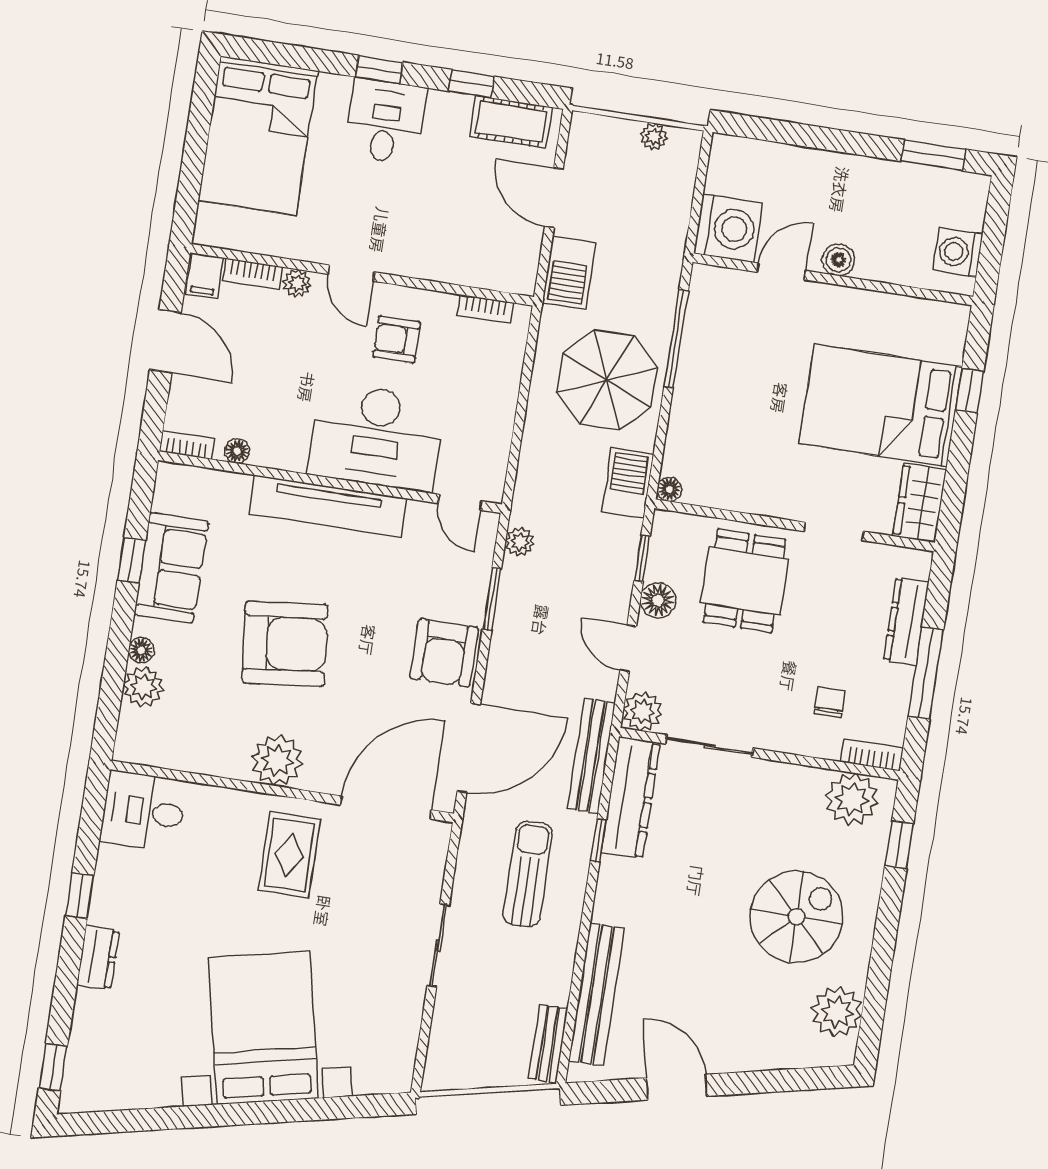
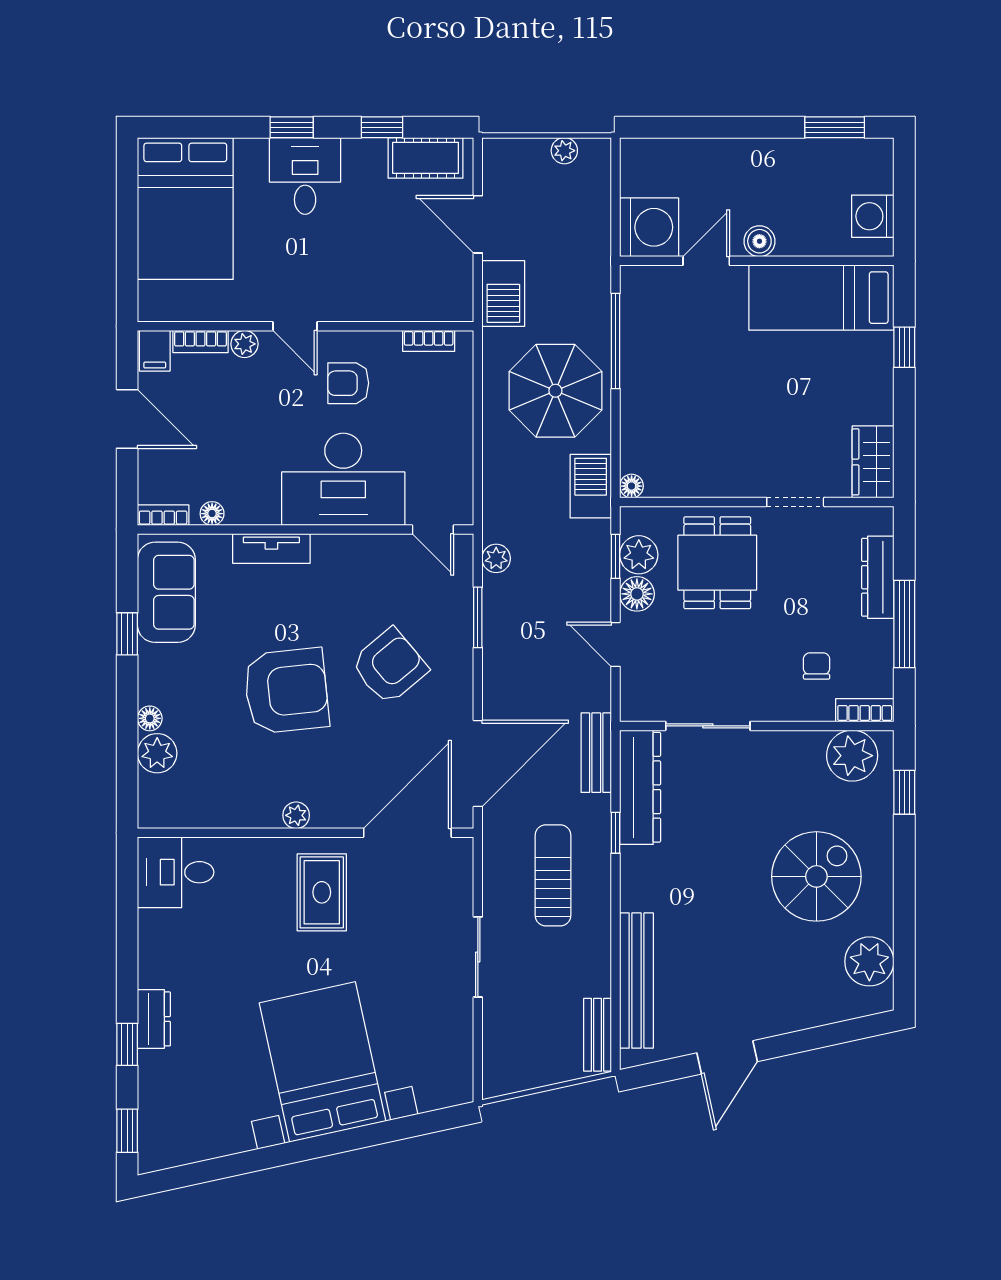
bed: (881, 405) -> (821, 298), moved, width x0.67
tv unit: (328, 506) -> (271, 548), width x0.52, depth x0.78
sofa: (171, 568) -> (166, 592), moved
armchair: (444, 653) -> (389, 666), moved, turned -130
plant: (643, 711) -> (639, 555), moved
bench: (591, 756) -> (596, 753), width x0.73
plant: (277, 760) -> (296, 815), width x0.53, depth x0.53
window: (80, 896) -> (127, 1044), moved
door: (677, 1087) -> (727, 1057), swing flipped

